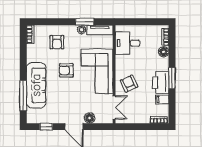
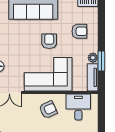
armchair: (57, 42) -> (79, 31), turned 180
armchair: (129, 84) -> (48, 110), moved

